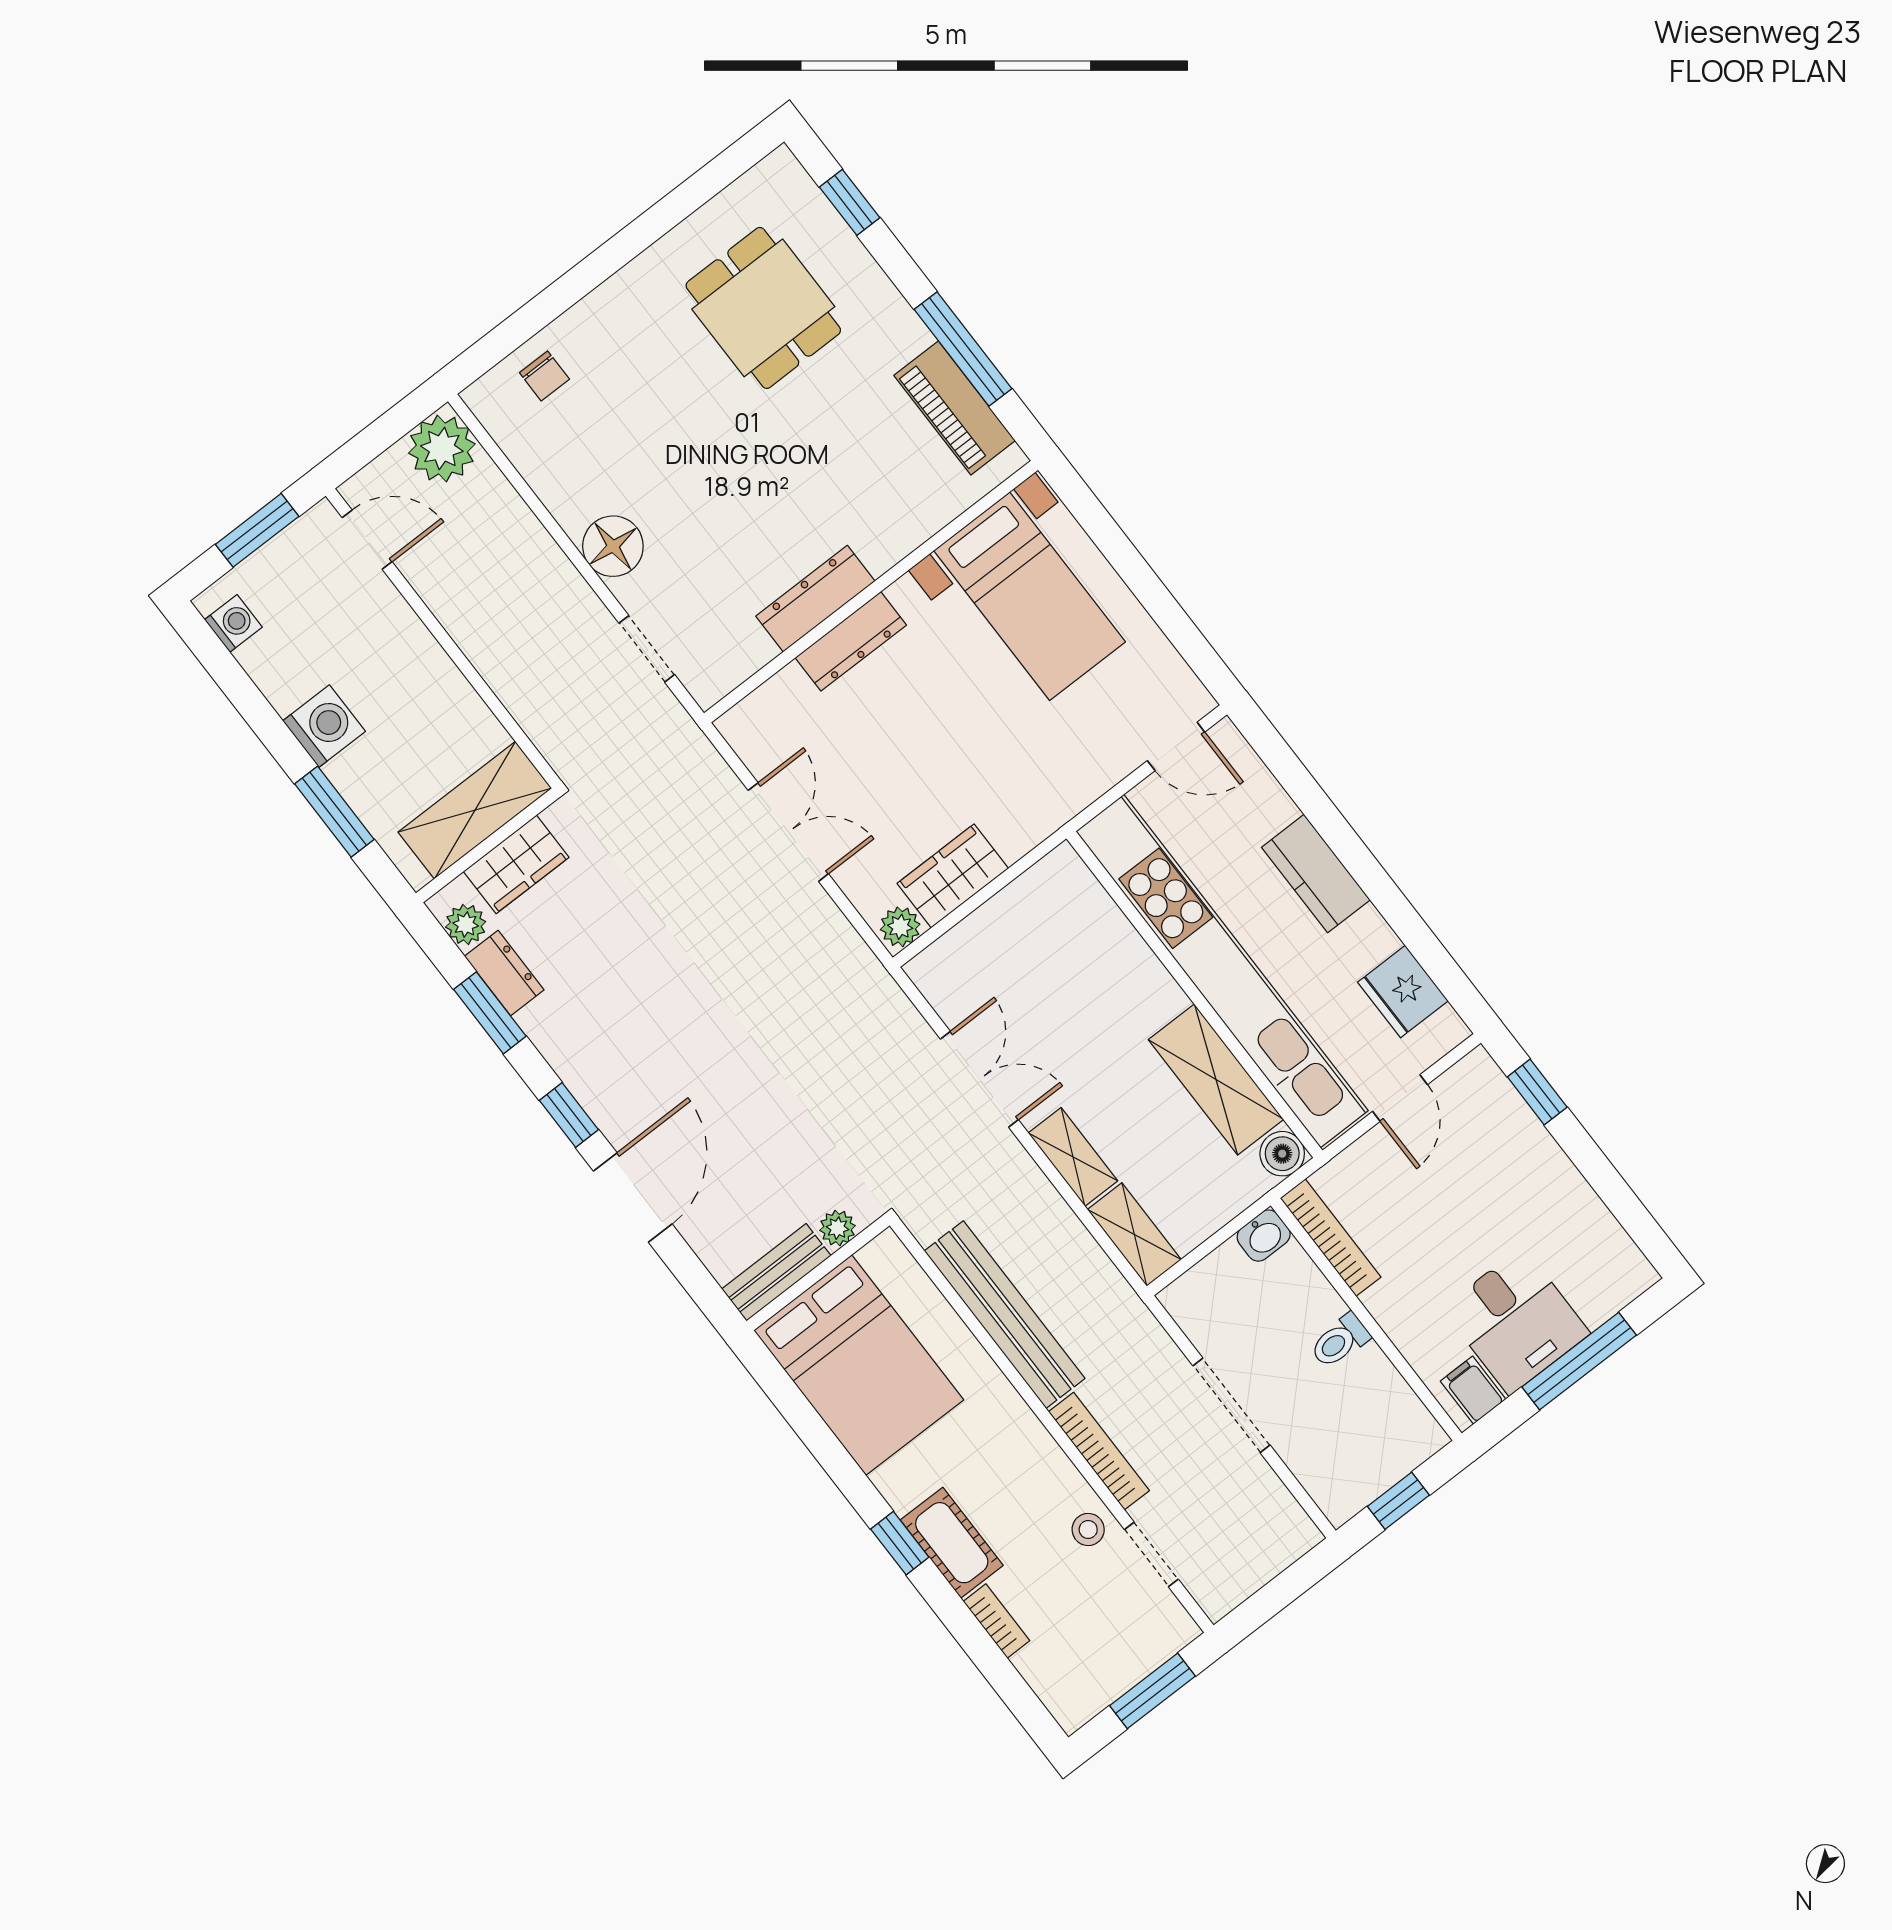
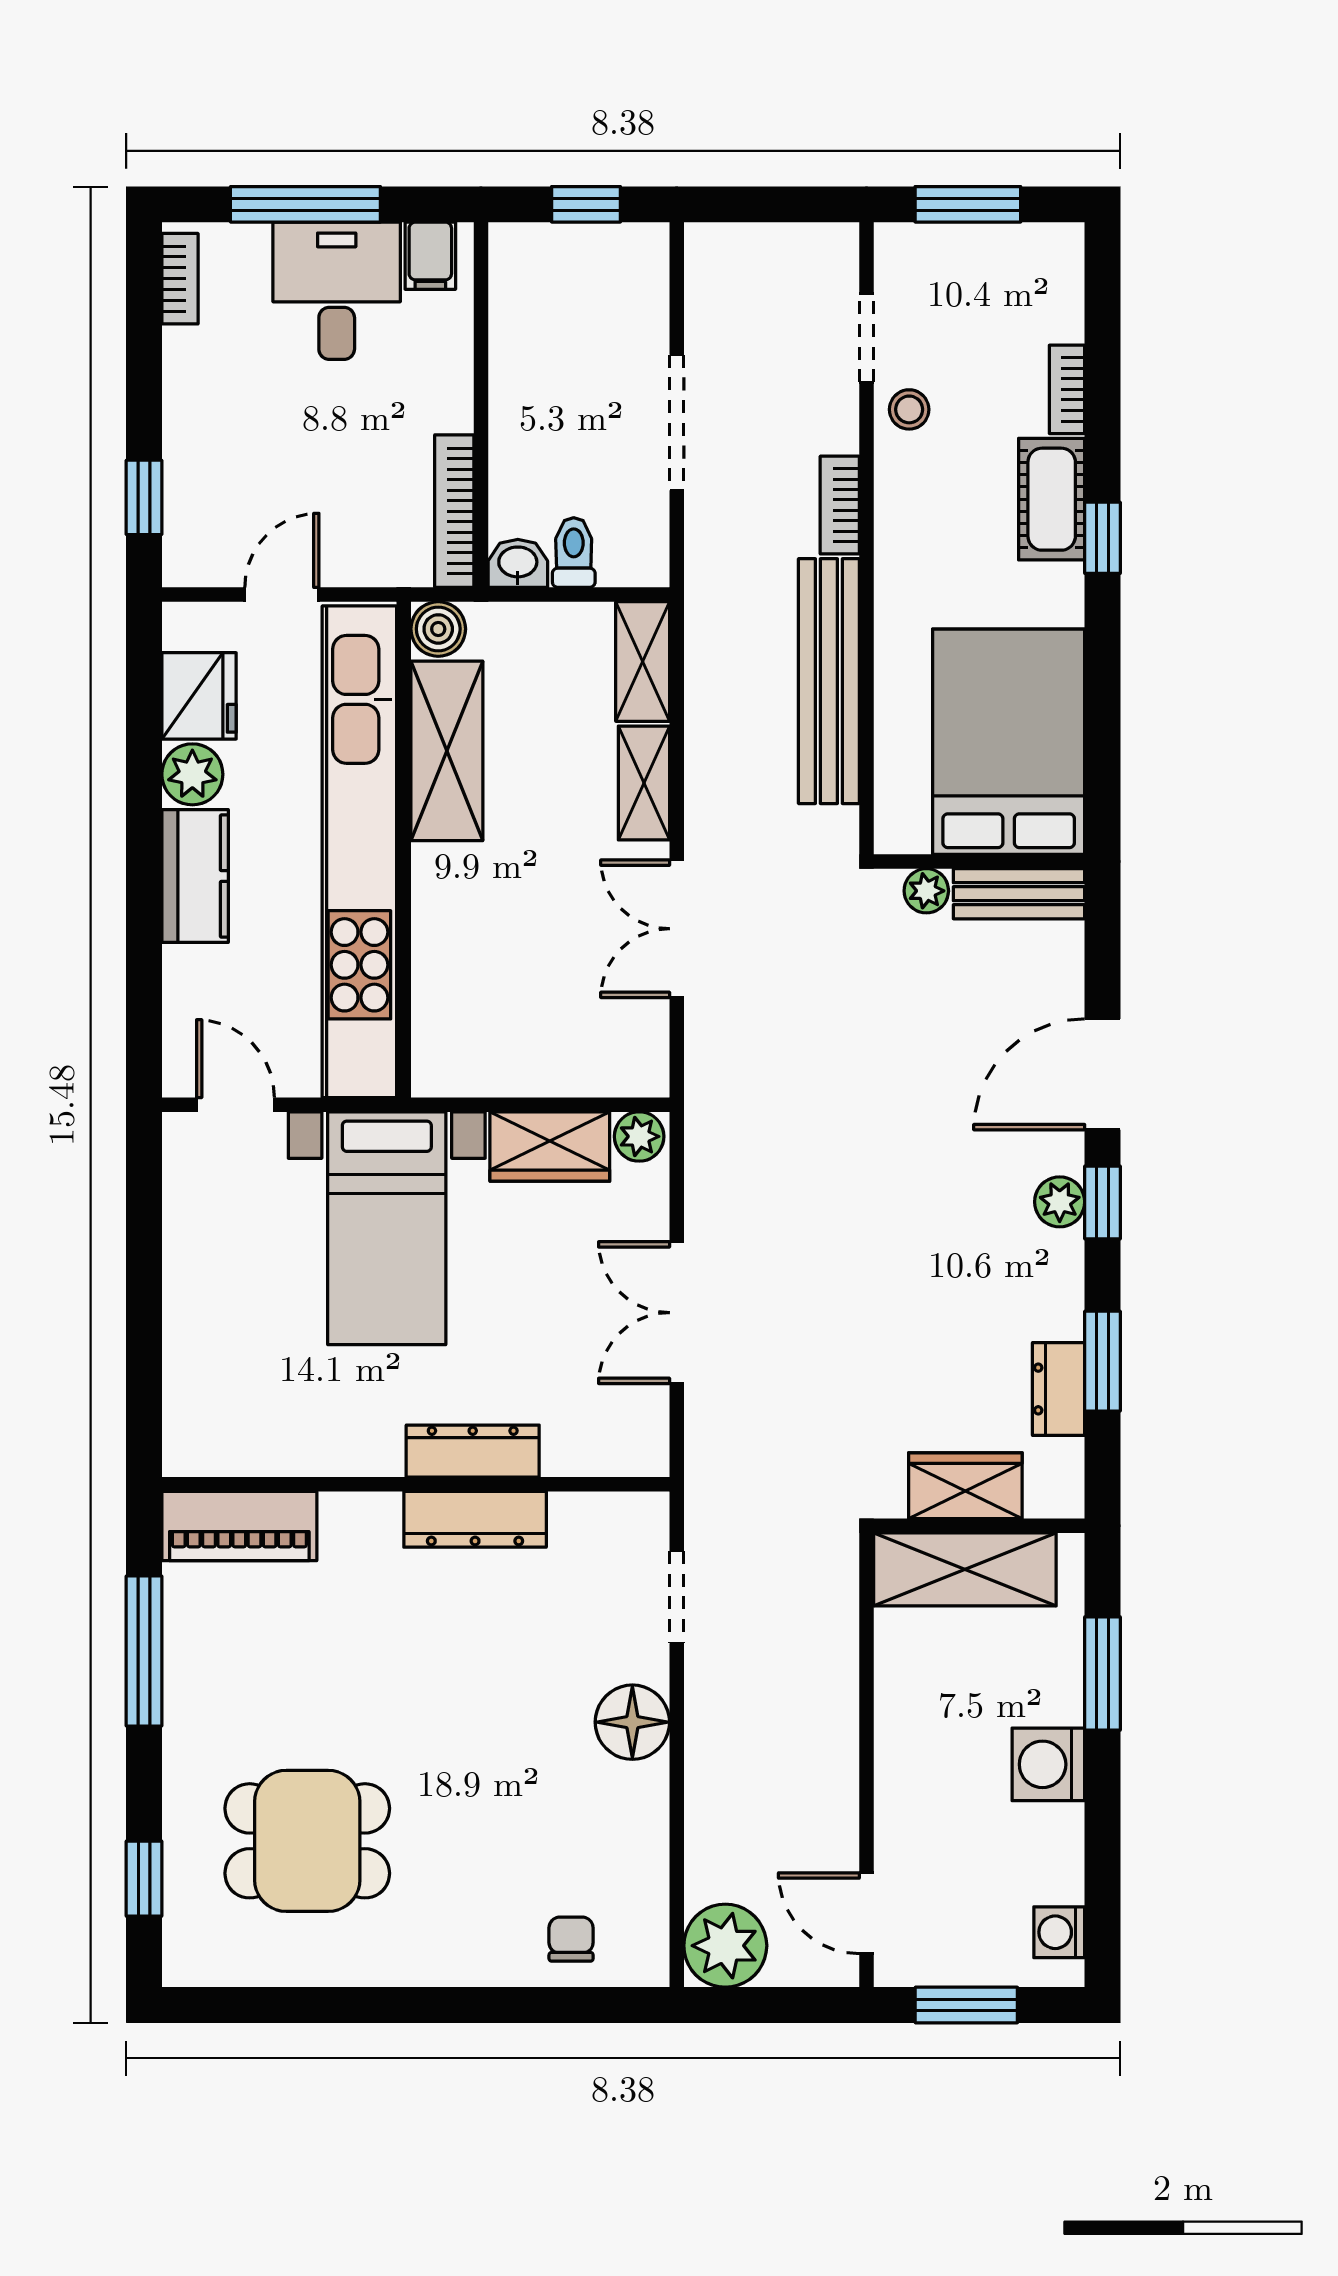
dining table: (763, 308) -> (307, 1841), turned 90
piano: (955, 408) -> (239, 1526), moved, turned 90
bed with nightstands: (1030, 596) -> (387, 1228), moved, turned 180
plant: (466, 924) -> (1060, 1202), moved
plant: (1368, 938) -> (192, 774), added
bookcase: (1623, 1251) -> (180, 279), added
toilet: (1340, 1341) -> (574, 553), moved, turned -90
bookcase: (1099, 1451) -> (840, 505), width x0.64

